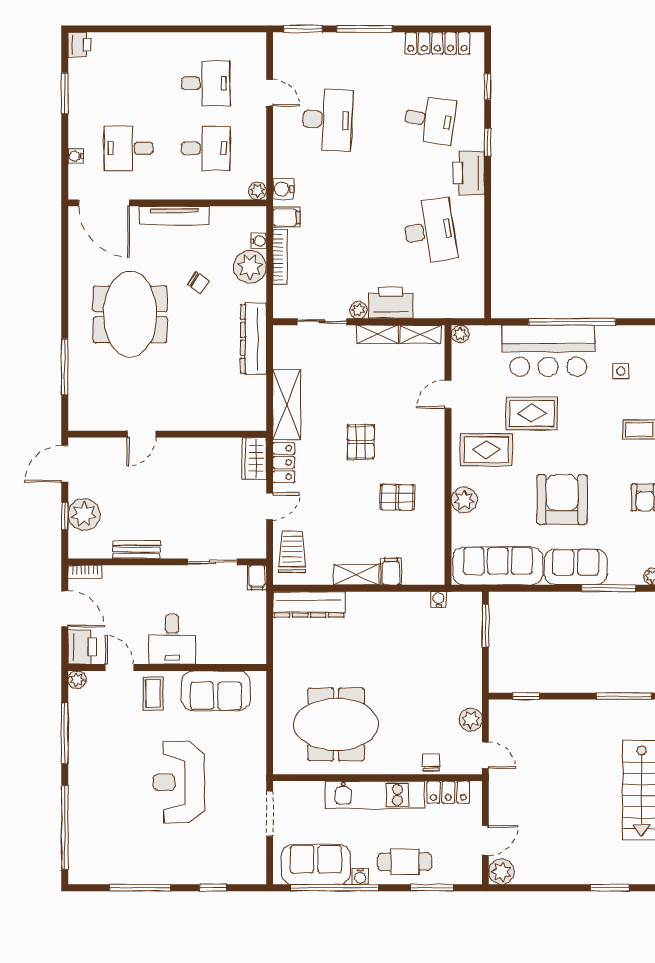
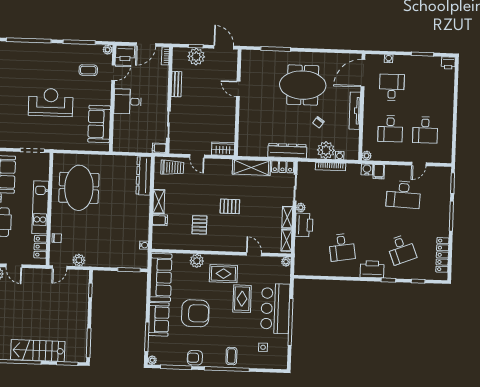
desk: (430, 120) -> (402, 249), turned -30
filing cabinet: (286, 217) -> (379, 172), moved
desk: (430, 231) -> (342, 247), width x0.73
rug: (486, 450) -> (223, 274), turned 90
locker: (284, 463) -> (283, 167), moved
coffee table: (153, 694) -> (88, 70), moved

